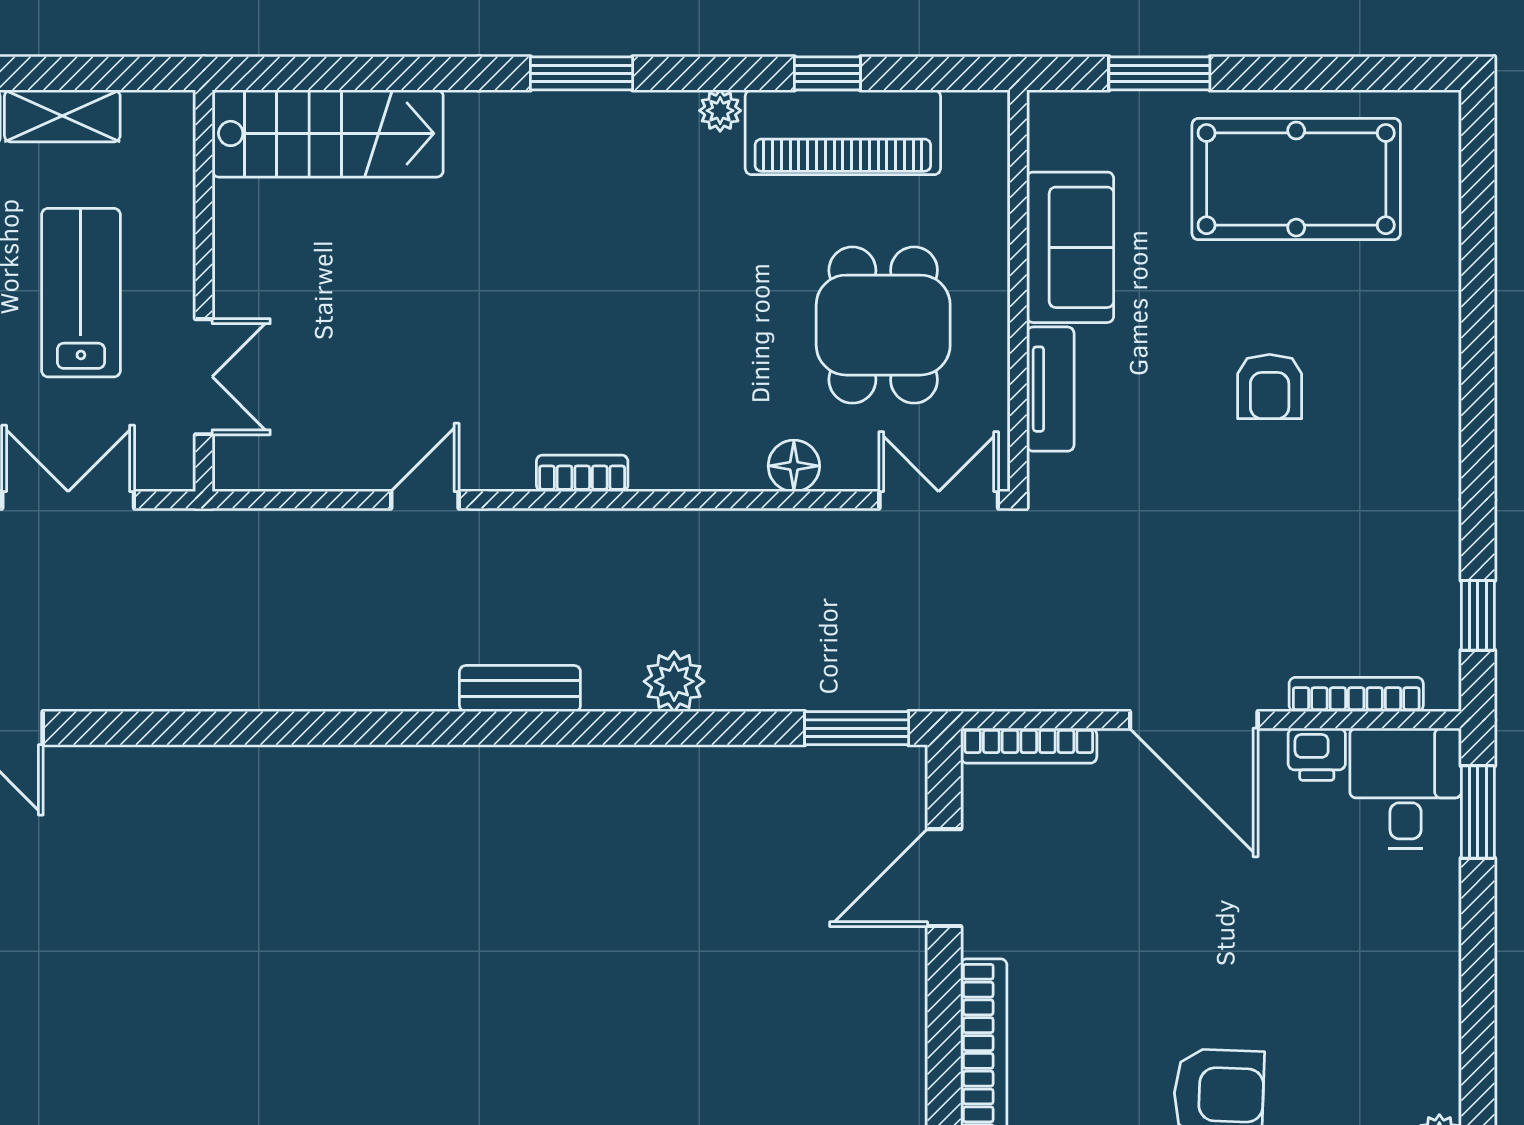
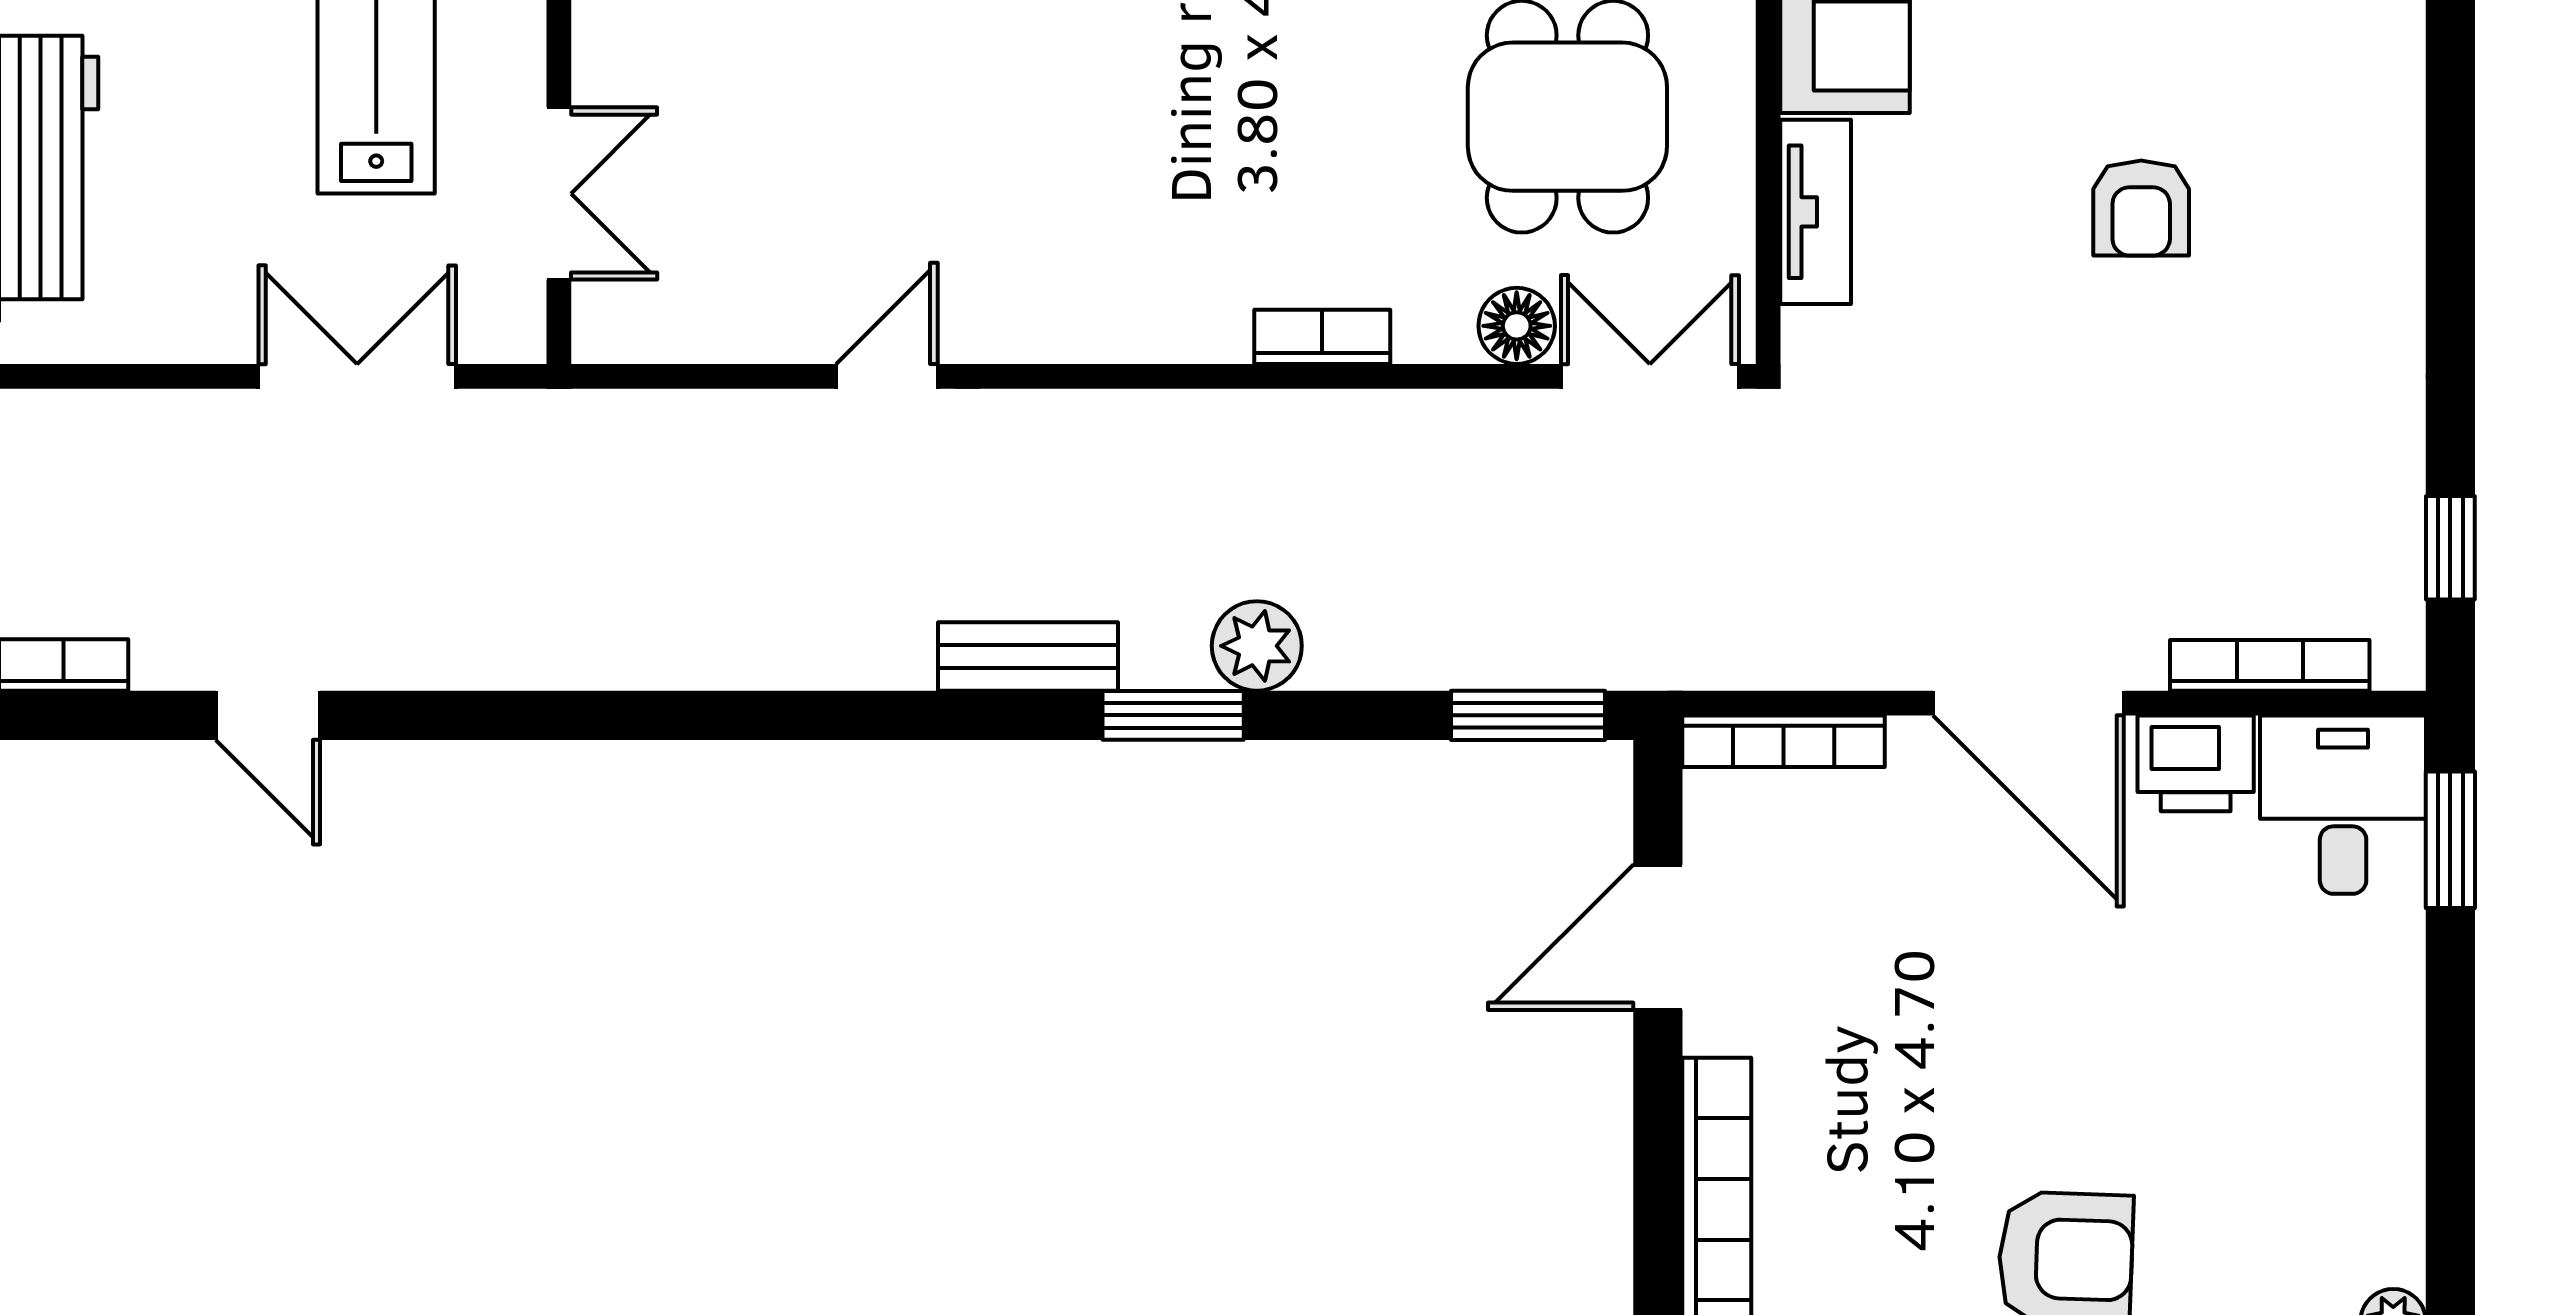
floor lamp: (794, 466) -> (1517, 326), moved
bookcase: (582, 473) -> (1322, 337), moved
window: (618, 728) -> (1173, 715), added
printer: (1317, 754) -> (2196, 763), width x1.36, depth x1.24

